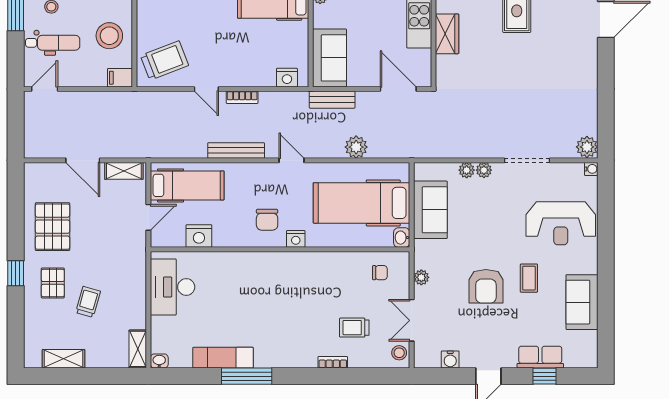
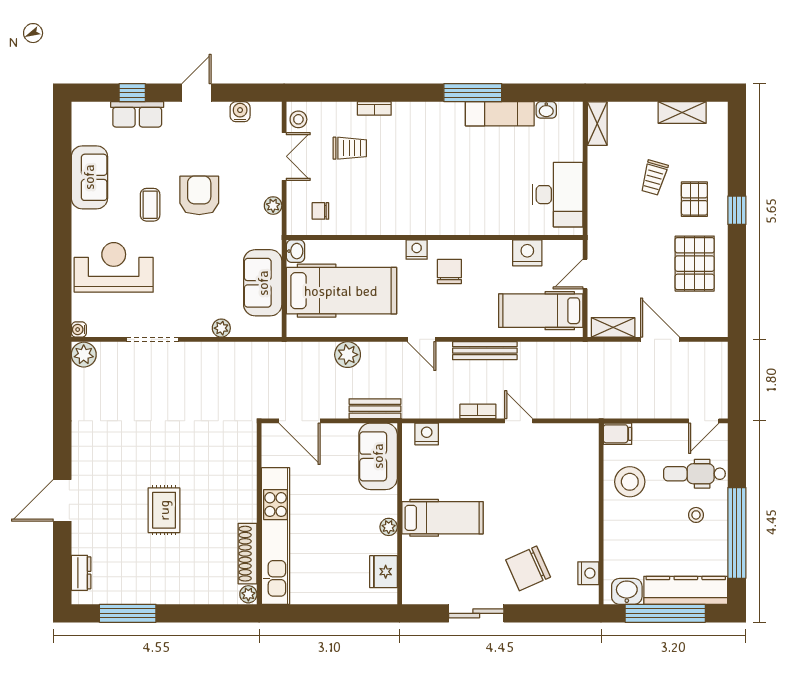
wardrobe: (447, 34) -> (244, 484), removed
trolley: (165, 60) -> (567, 454), removed
plant: (484, 170) -> (202, 328), removed
washbasin: (159, 361) -> (546, 110), moved

